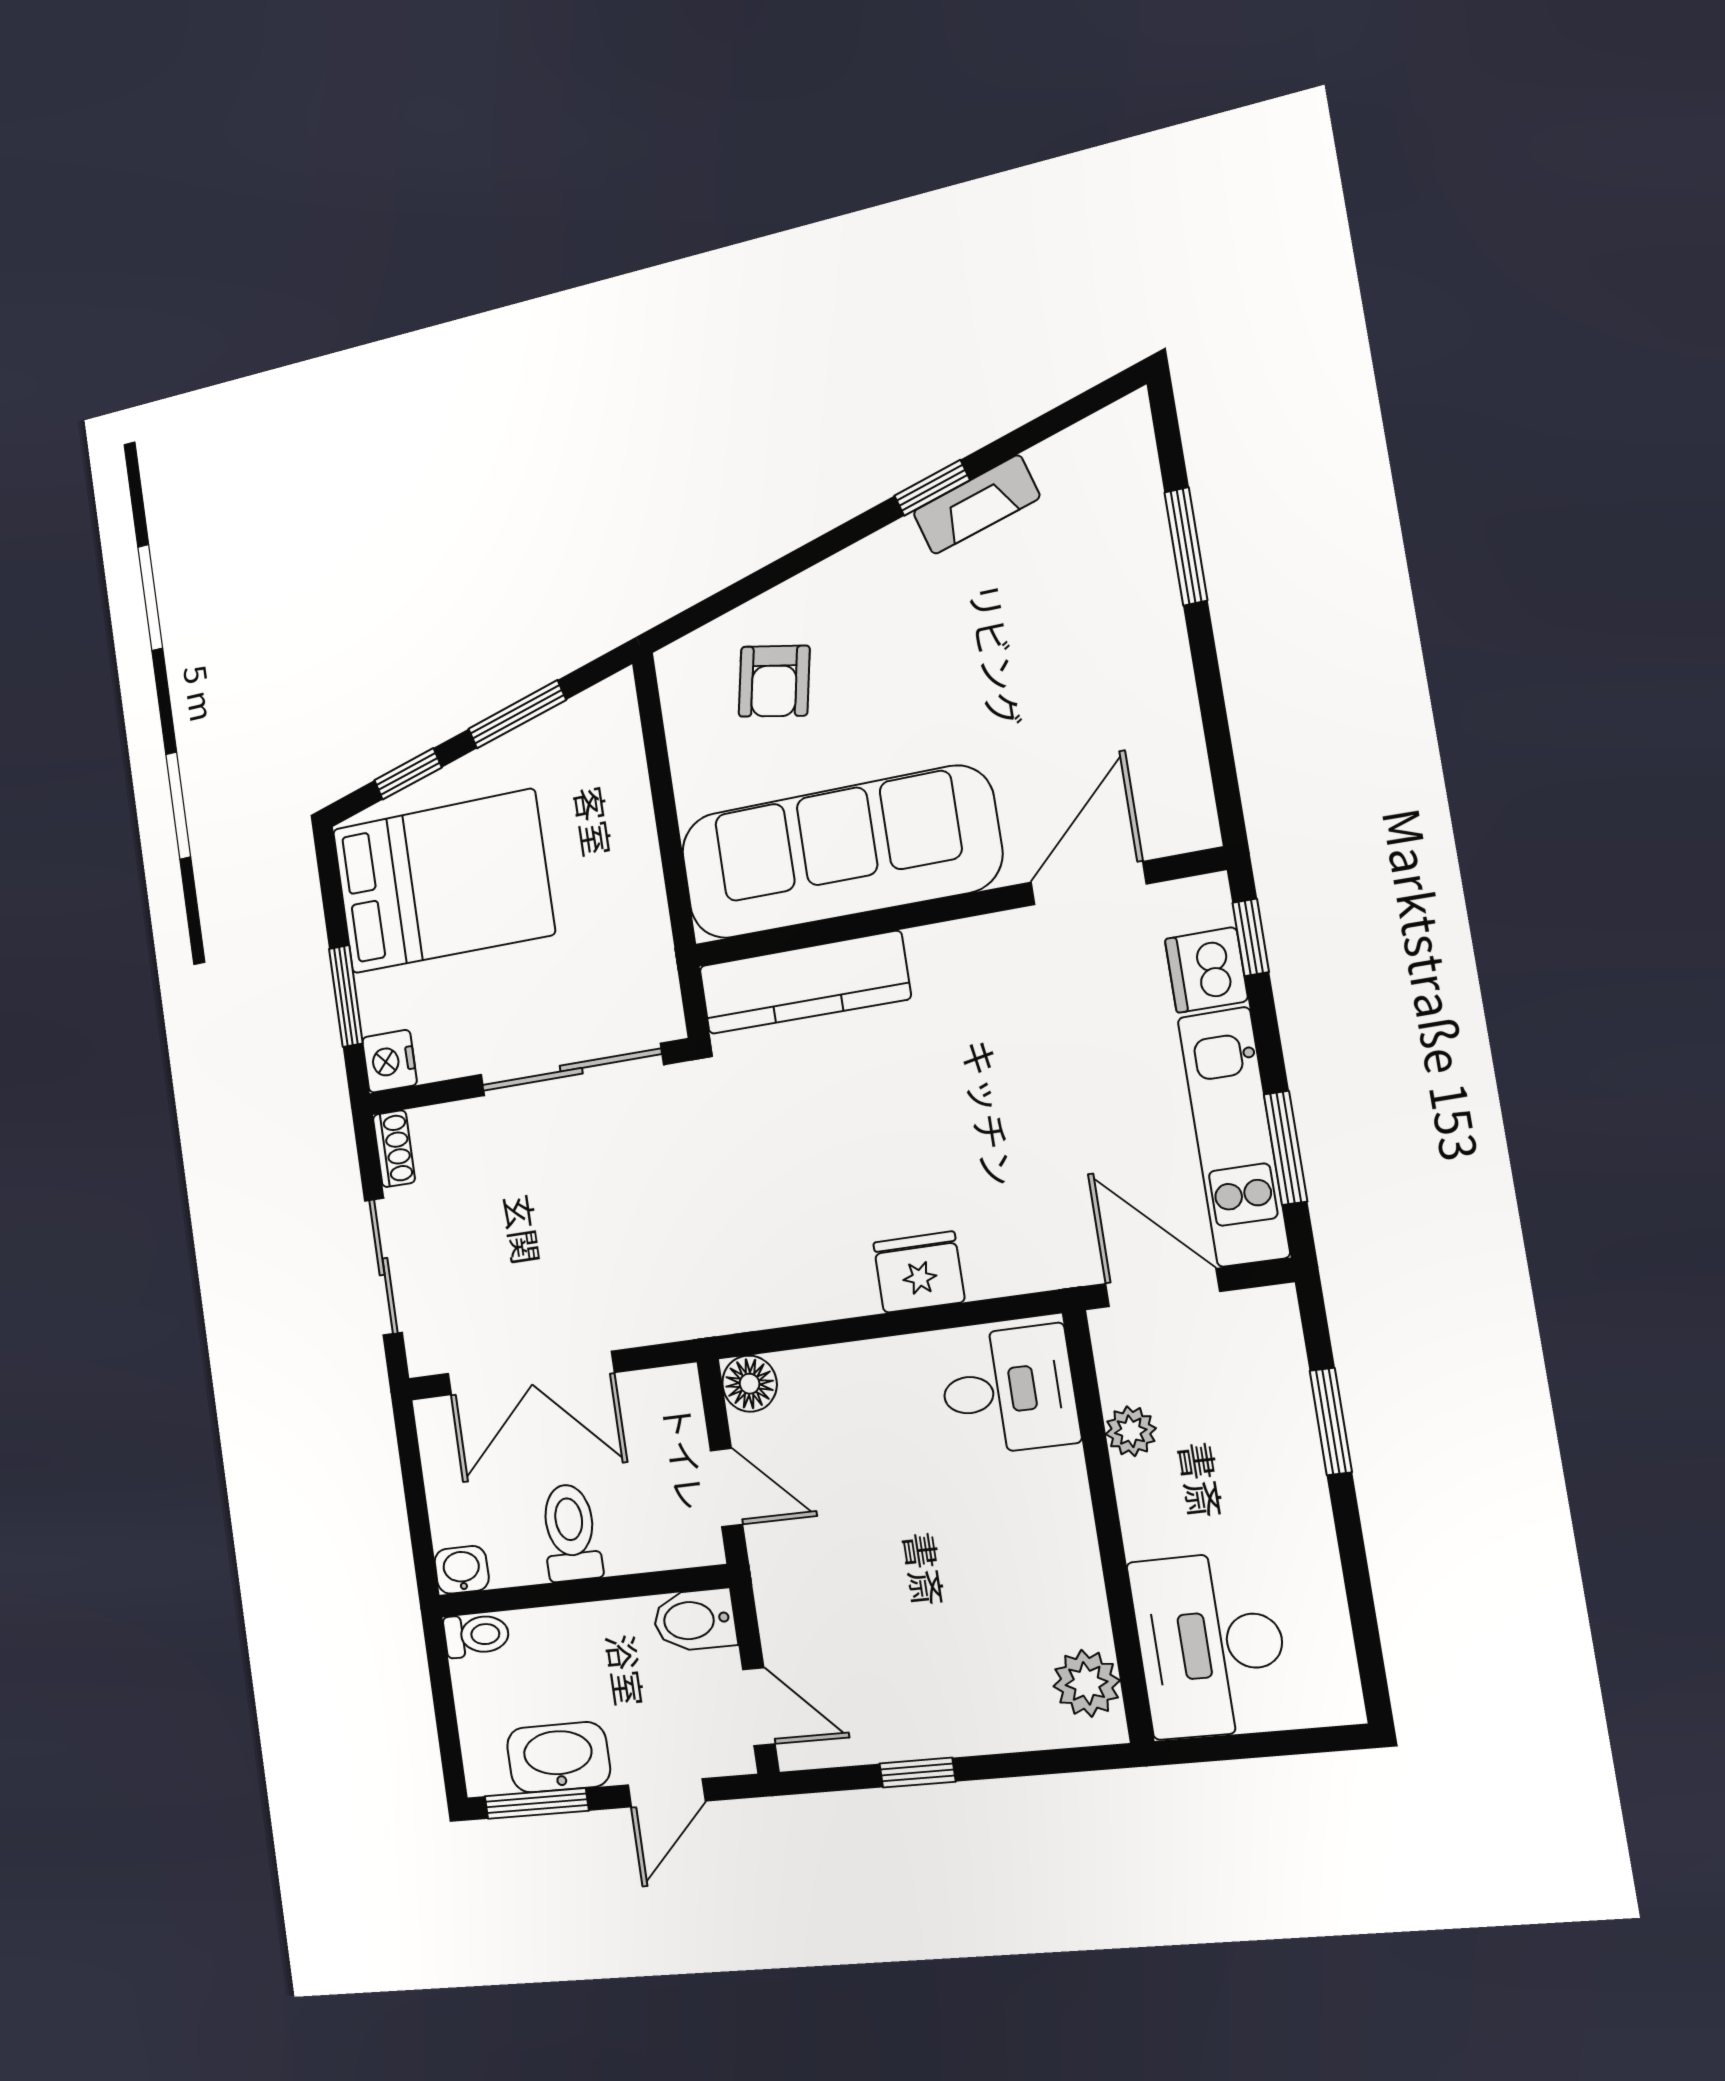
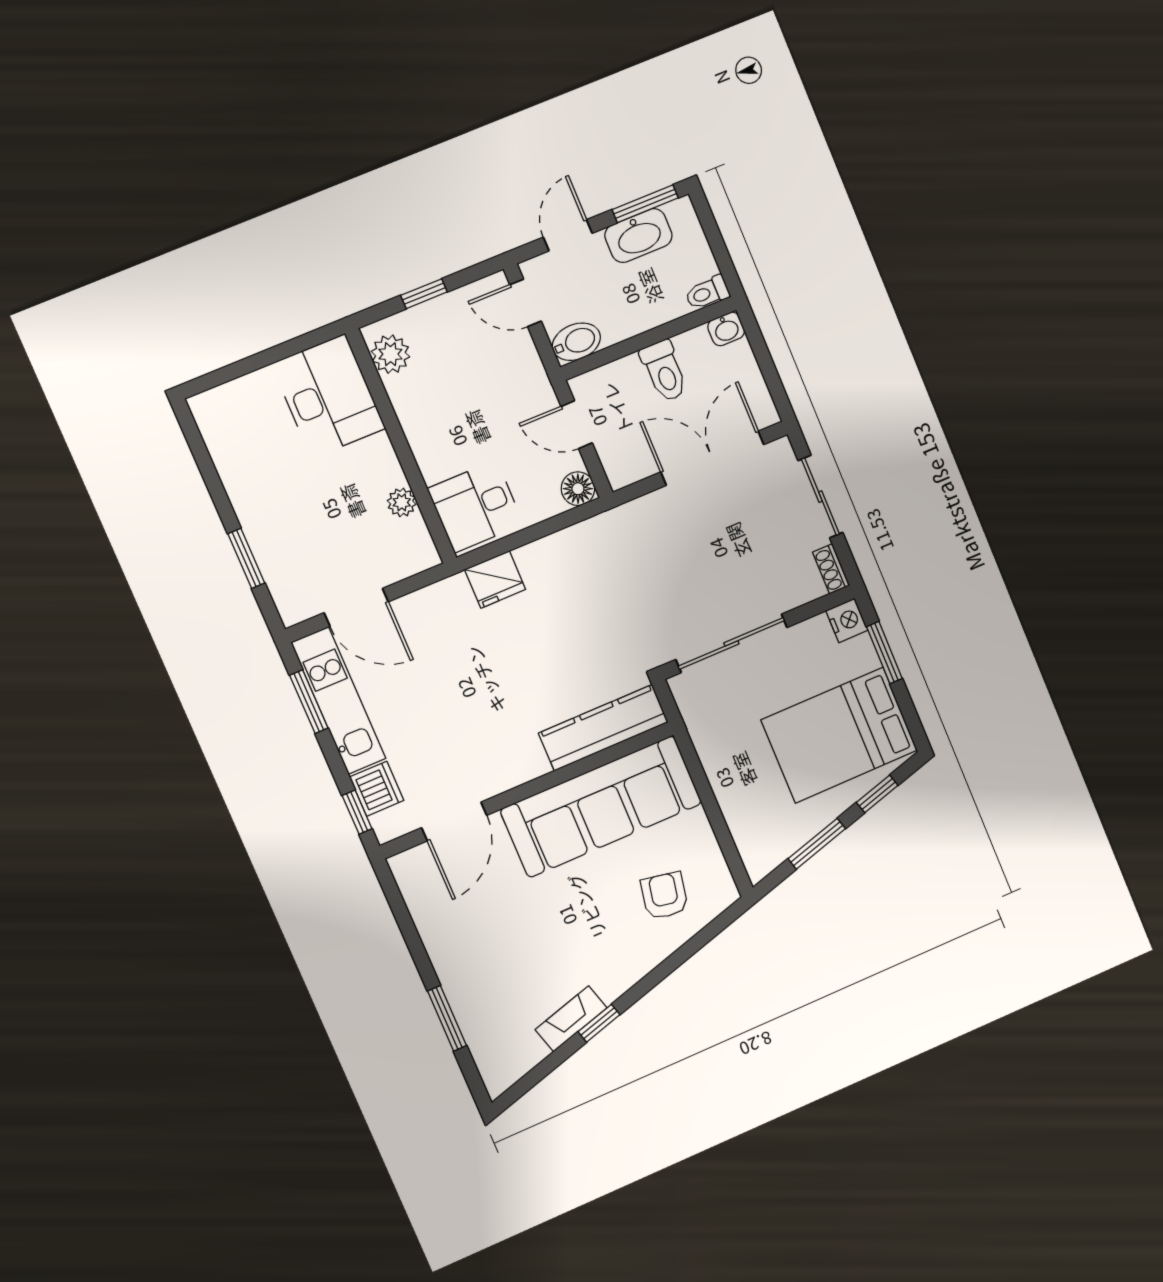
desk: (1008, 1390) -> (475, 506), moved
plant: (1131, 1431) -> (402, 502), moved
wall: (1108, 1525) -> (401, 446), moved
desk: (1210, 1645) -> (328, 396), moved
plant: (1087, 1683) -> (390, 354), moved

